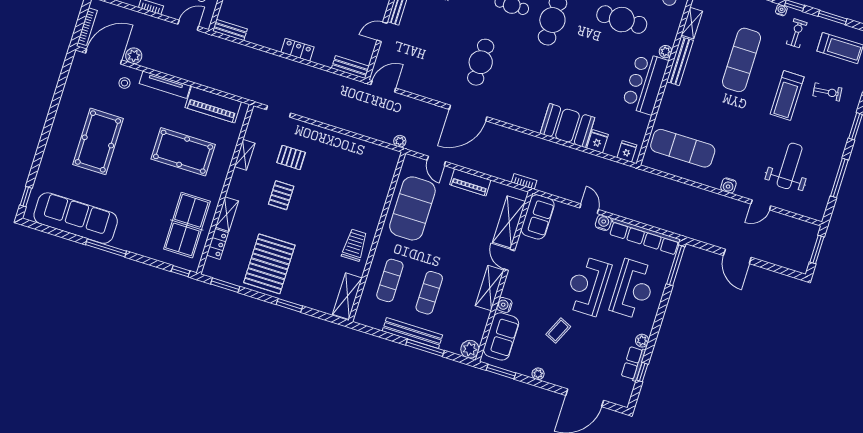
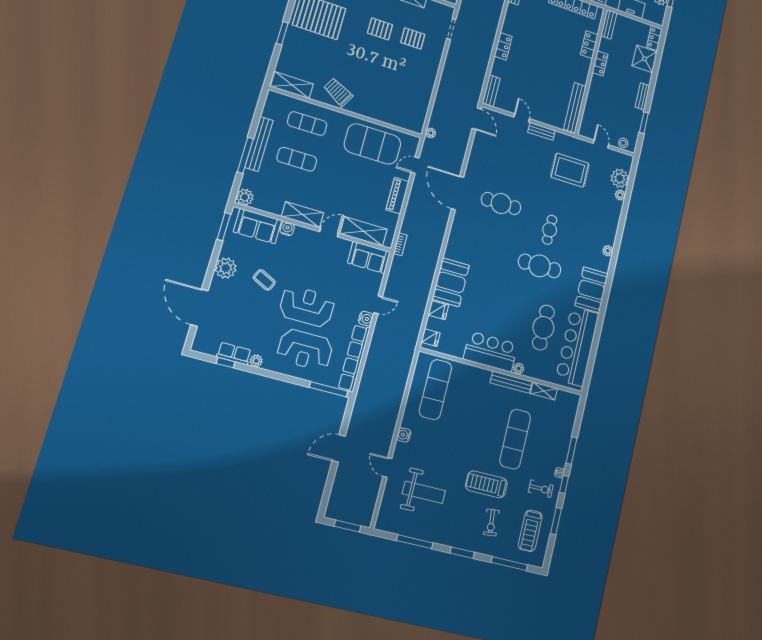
exercise mat: (742, 60) -> (515, 439), turned 90
pallet: (291, 157) -> (413, 38), turned 90
trolley: (354, 245) -> (338, 92), turned -151
plant: (538, 374) -> (226, 268), width x1.87, depth x1.87

